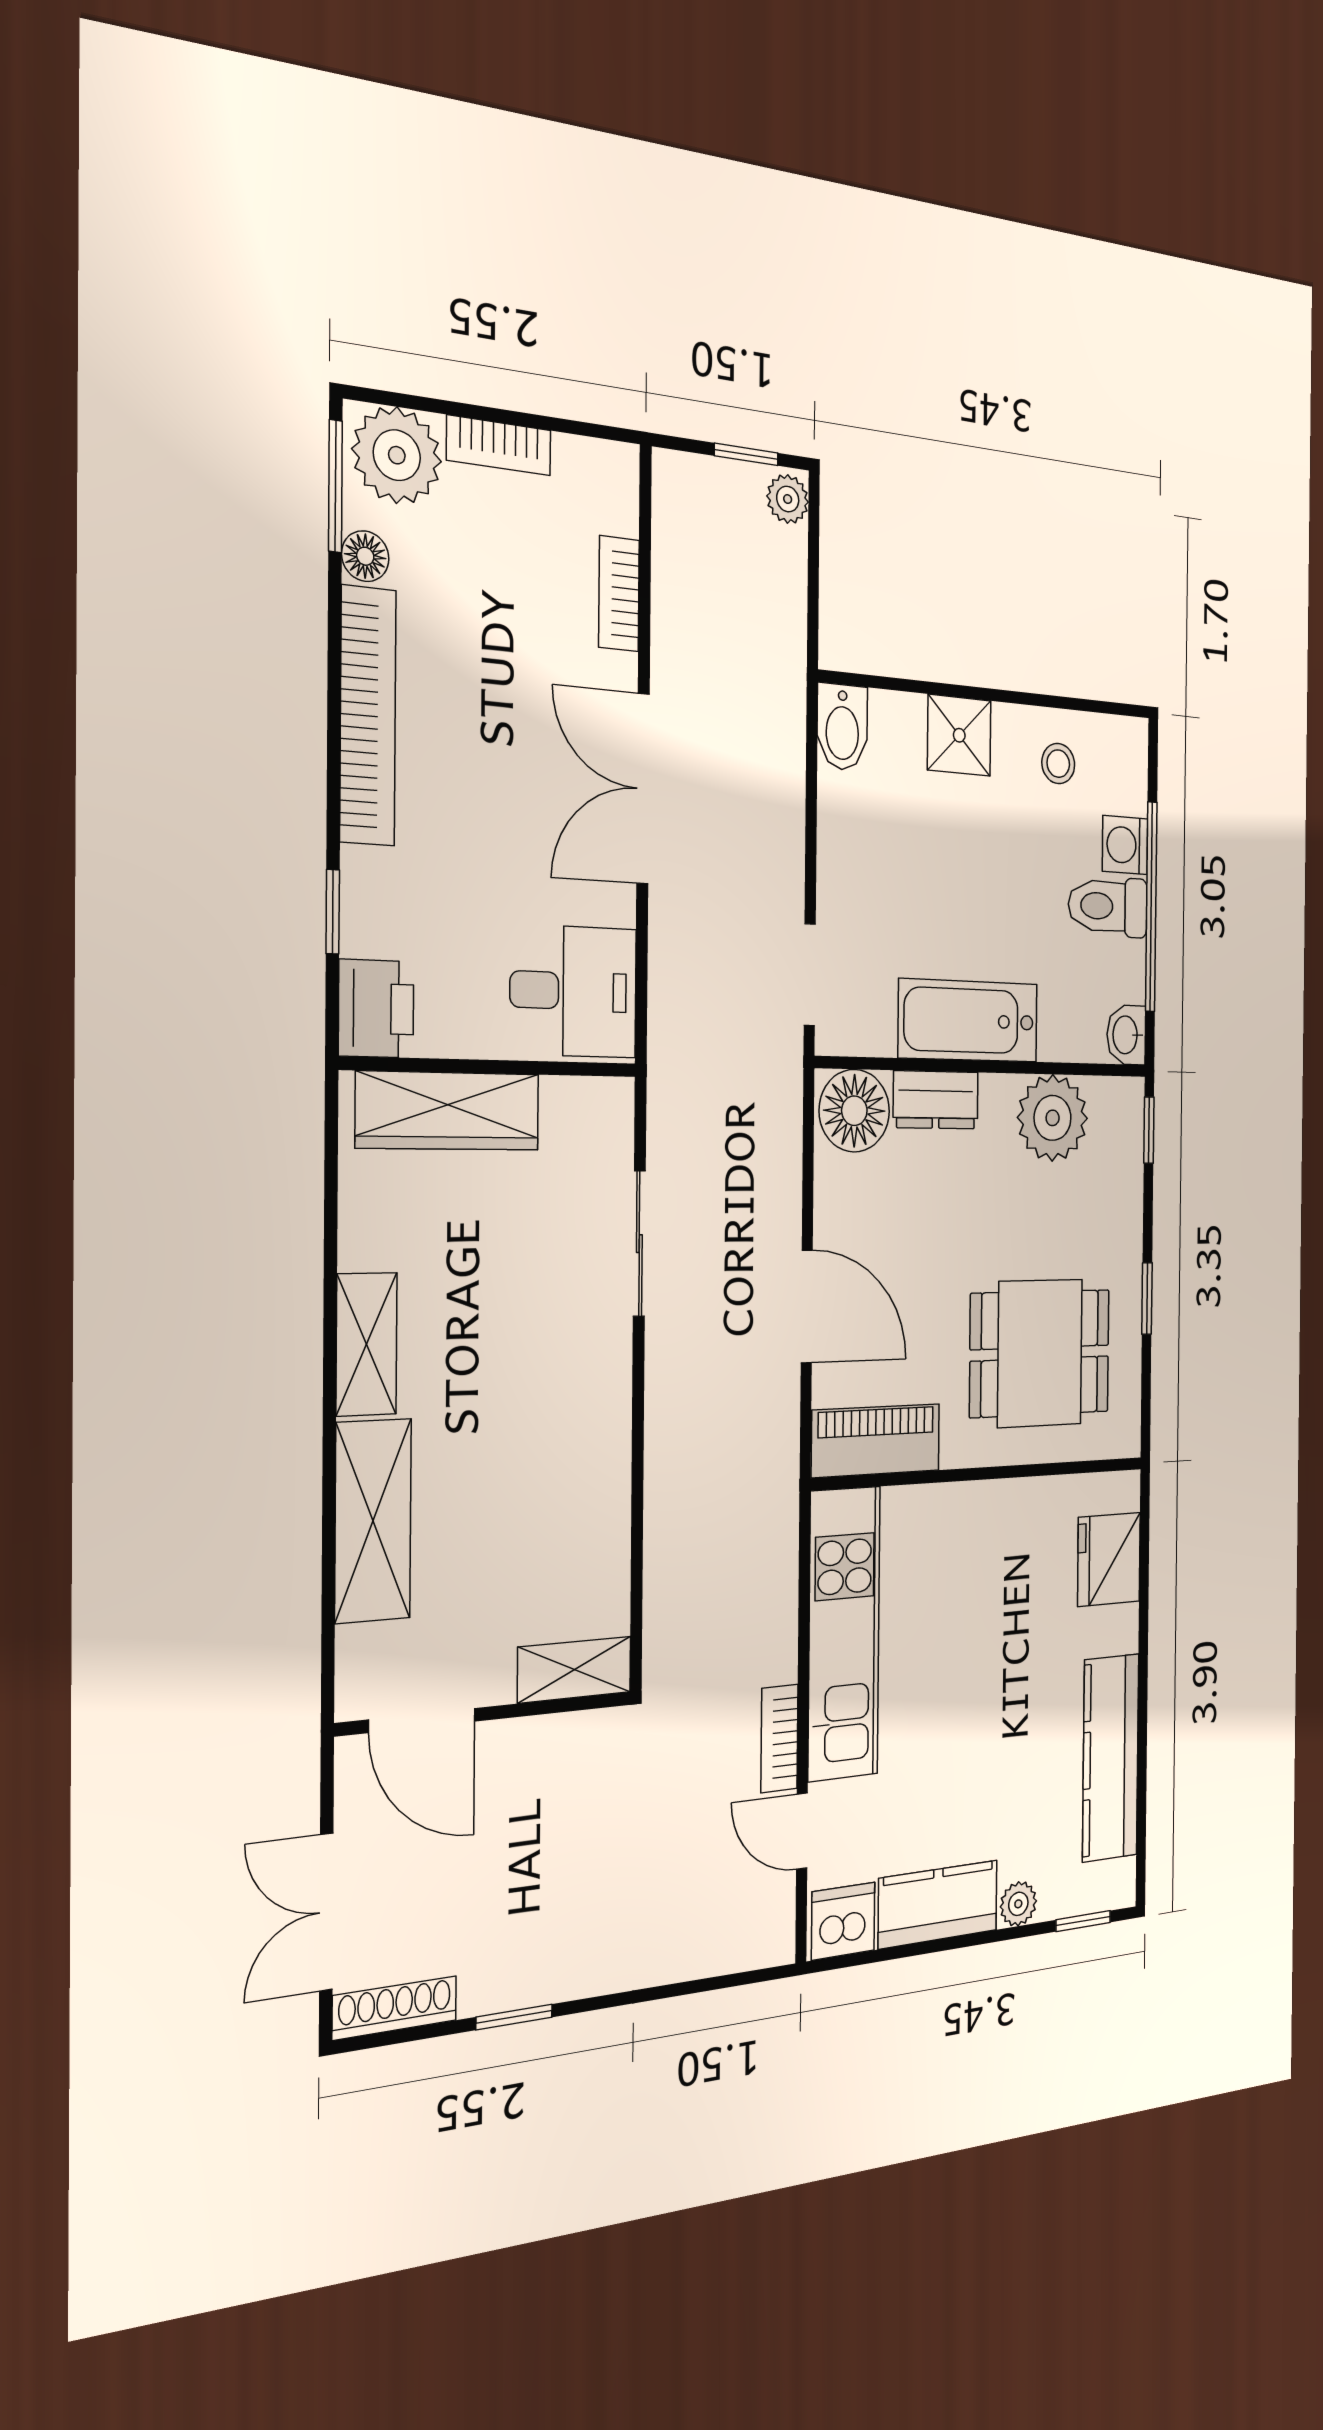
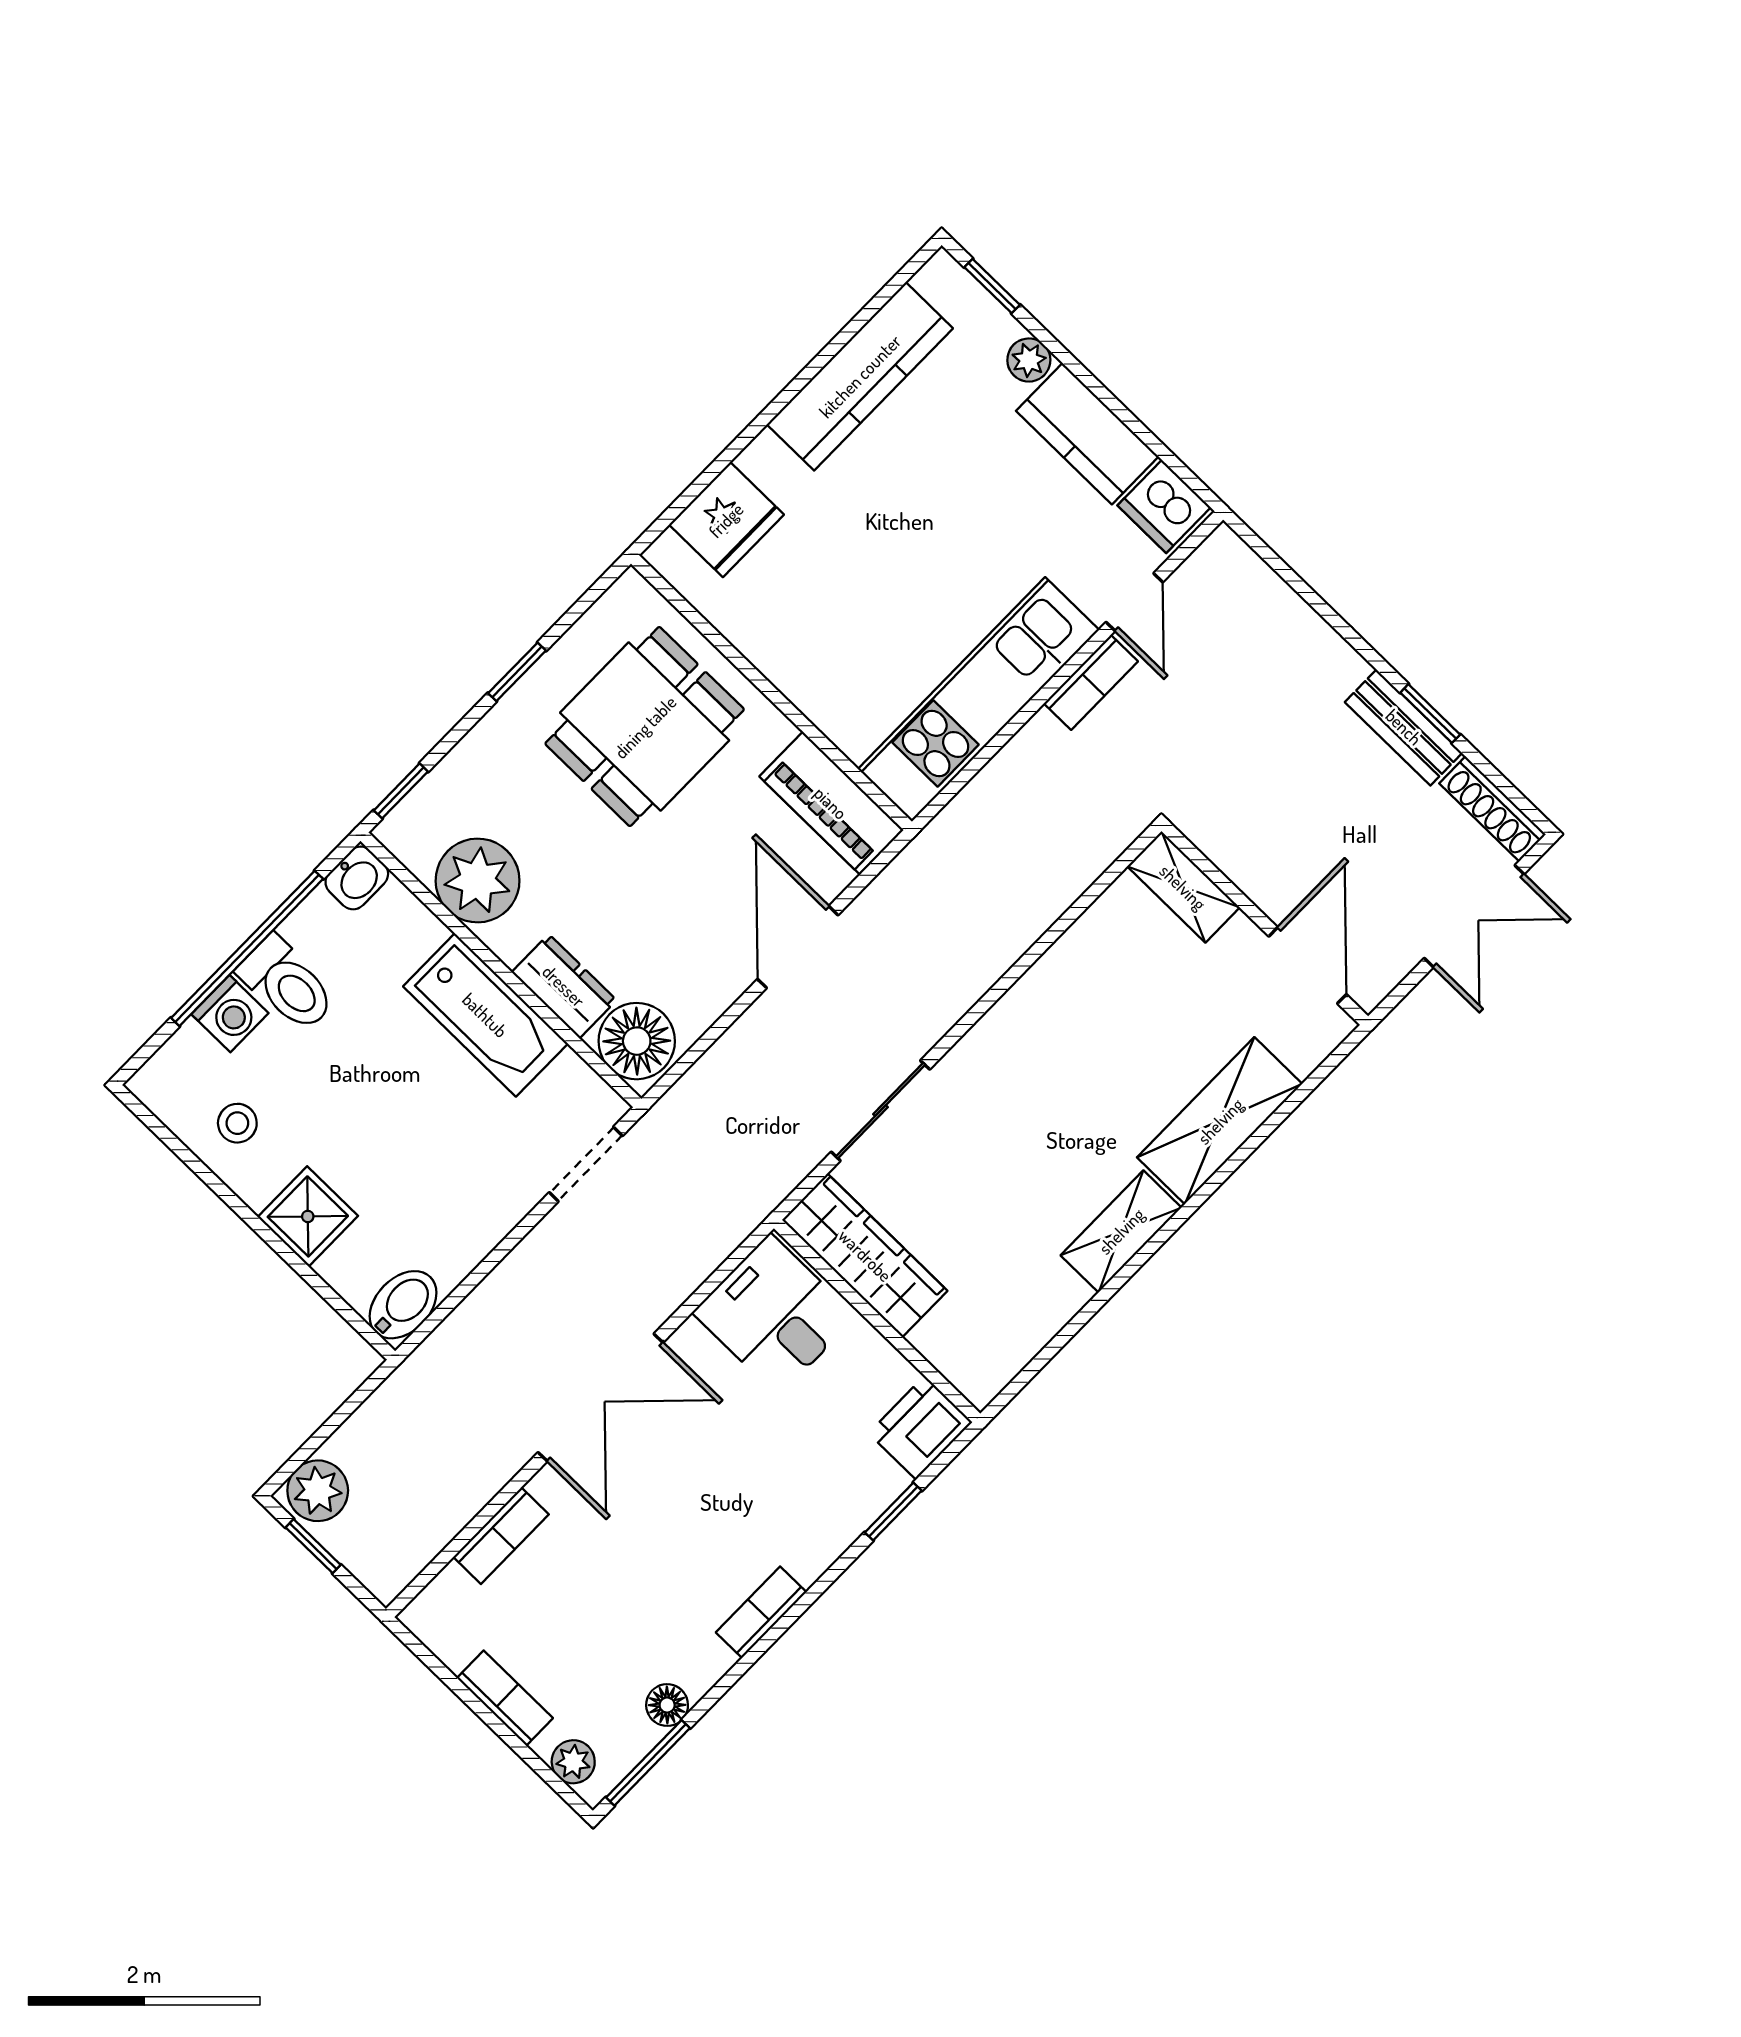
plant: (397, 455) -> (573, 1762), width x0.53, depth x0.53
plant: (788, 499) -> (318, 1491), width x1.38, depth x1.38
bookcase: (368, 716) -> (761, 1612), width x0.43, depth x0.76
wardrobe: (448, 1111) -> (865, 1255), moved
dining table: (1040, 1353) -> (645, 727), turned 90
bench: (524, 1982) -> (1404, 727), added

